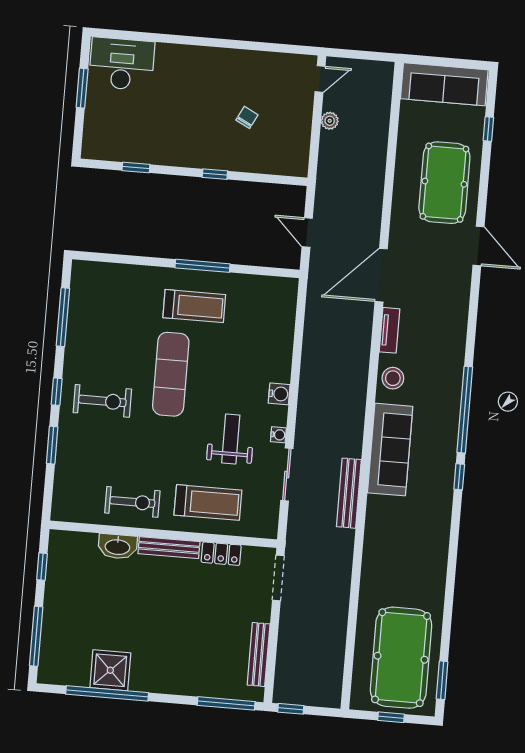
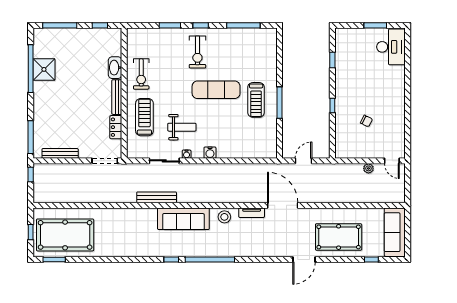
treadmill: (208, 503) -> (144, 117), turned 180

